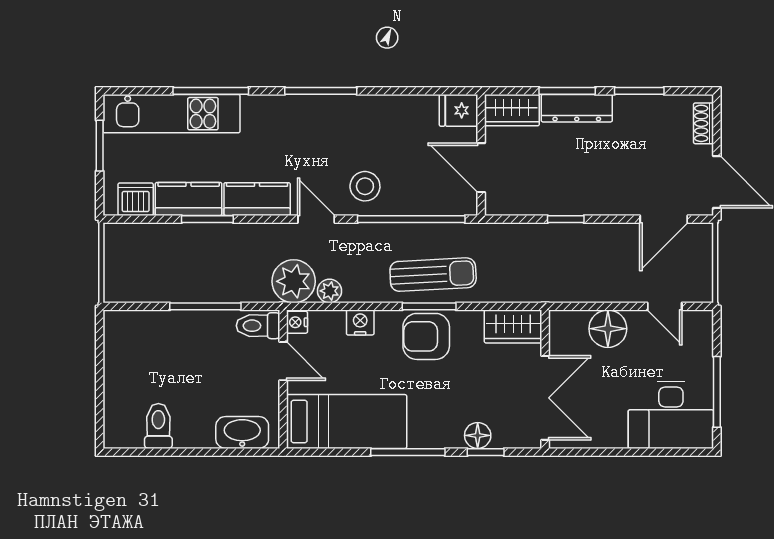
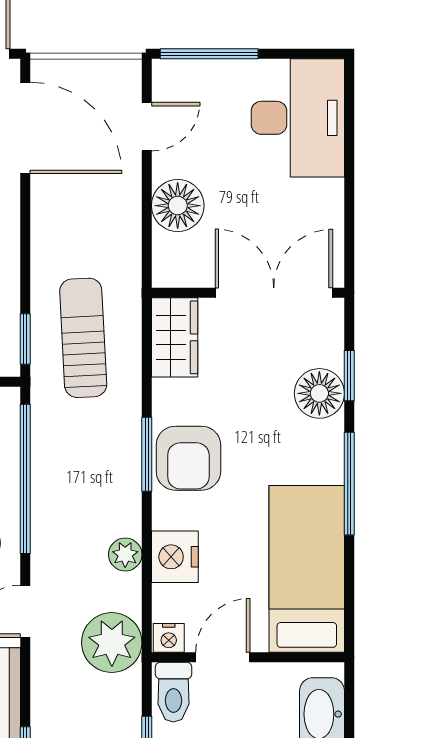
window: (566, 219) -> (25, 339), moved
door: (664, 219) -> (25, 128), width x1.36
sun lounger: (433, 275) -> (83, 338), moved
plant: (330, 291) -> (125, 555), moved
nightstand: (360, 322) -> (175, 557), width x1.36, depth x1.33
window: (717, 392) -> (209, 54), moved
floor lamp: (478, 435) -> (319, 393), width x1.38, depth x1.38

